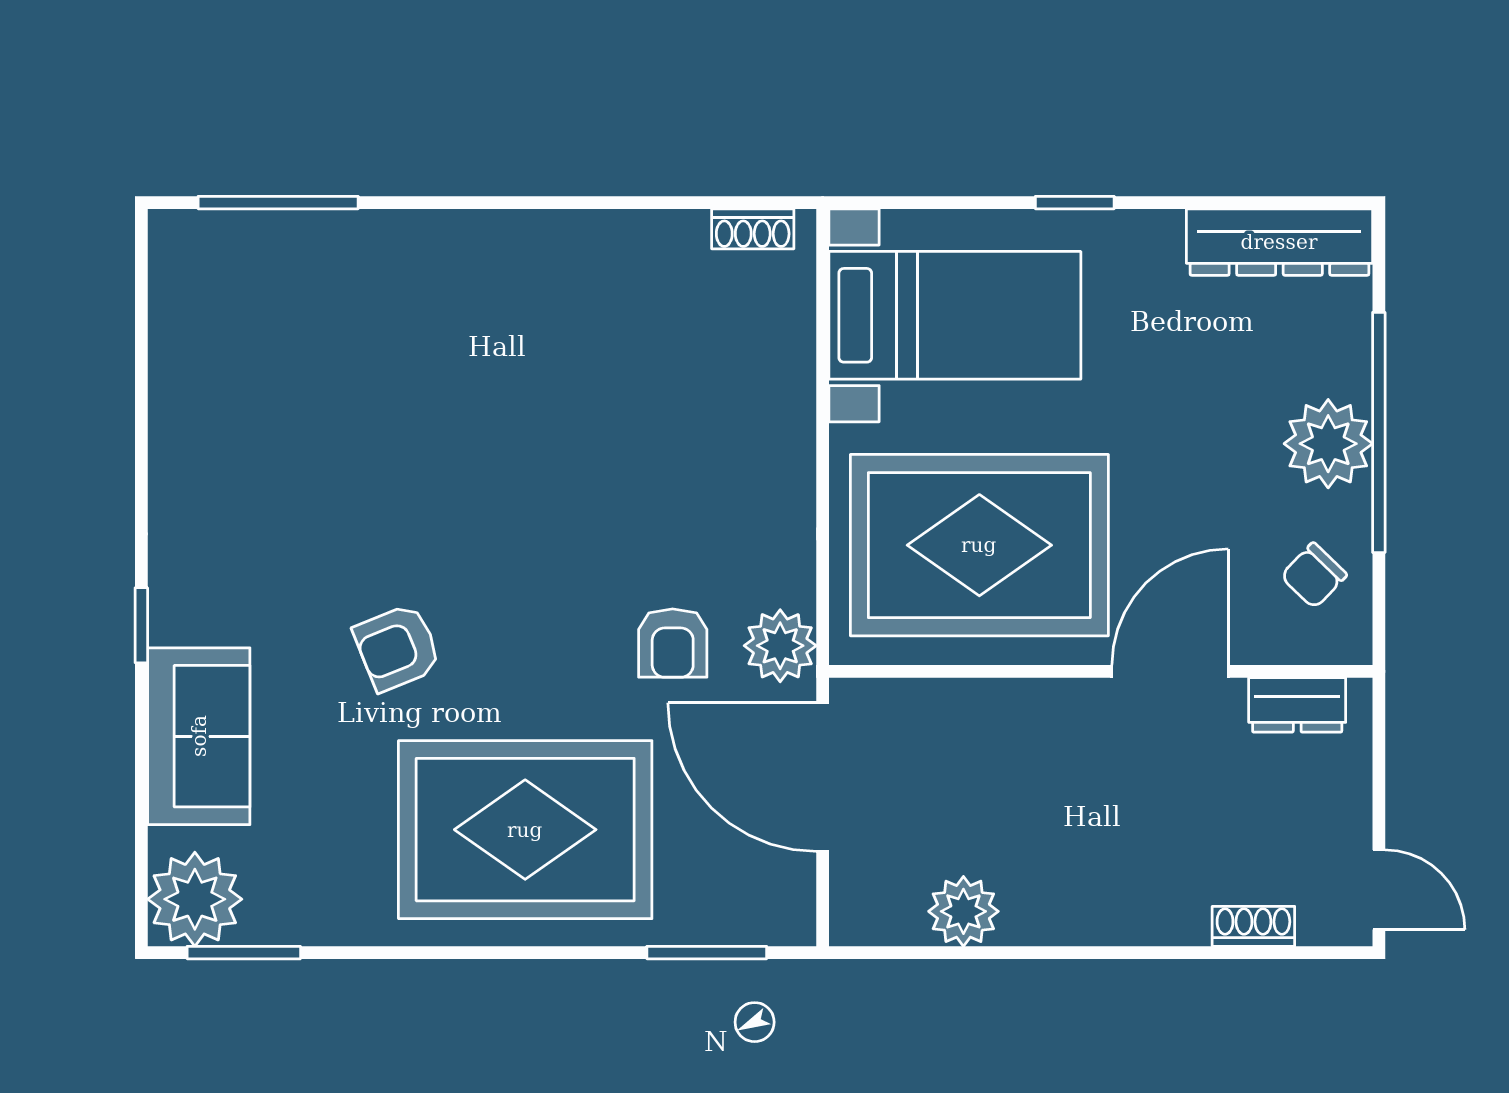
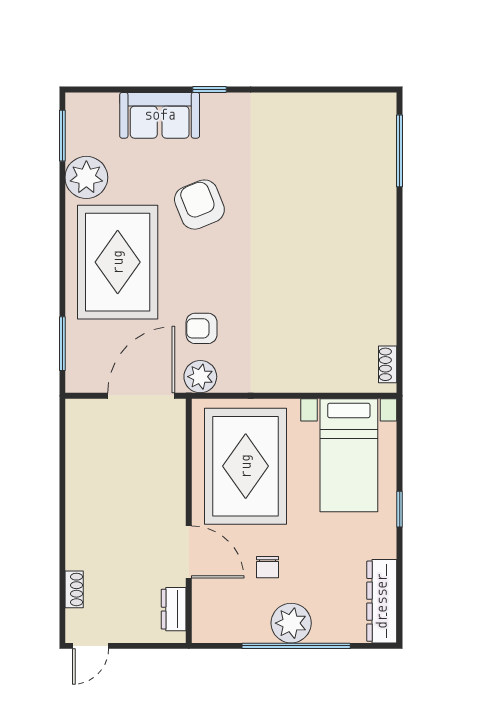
chair: (1314, 575) -> (268, 567), moved, turned -134
armchair: (397, 648) -> (199, 205), width x1.38, depth x1.38
plant: (195, 899) -> (86, 177), moved
plant: (963, 911) -> (81, 459), removed

